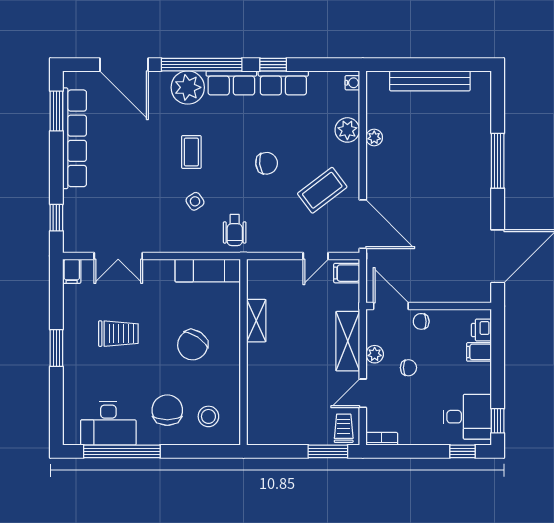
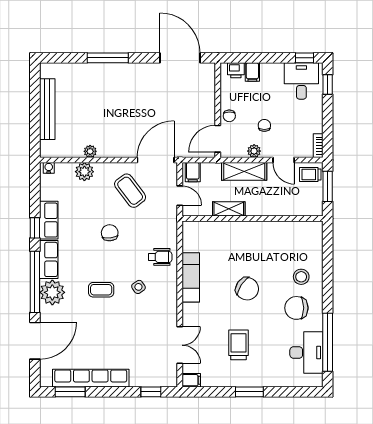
shelving: (256, 321) -> (229, 209), moved
wall: (244, 352) -> (253, 219), moved

